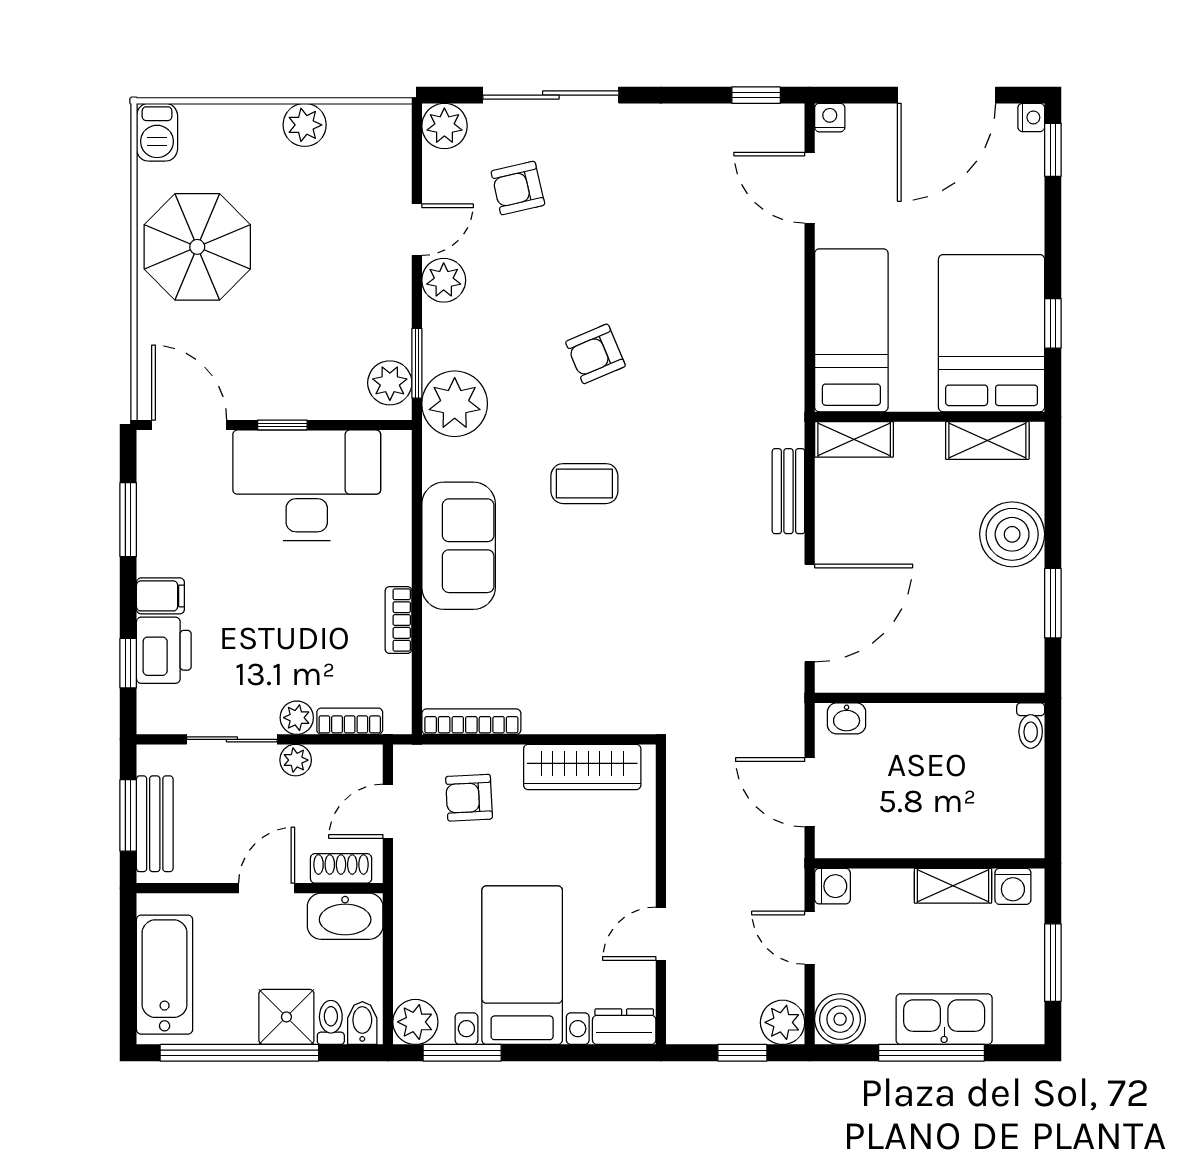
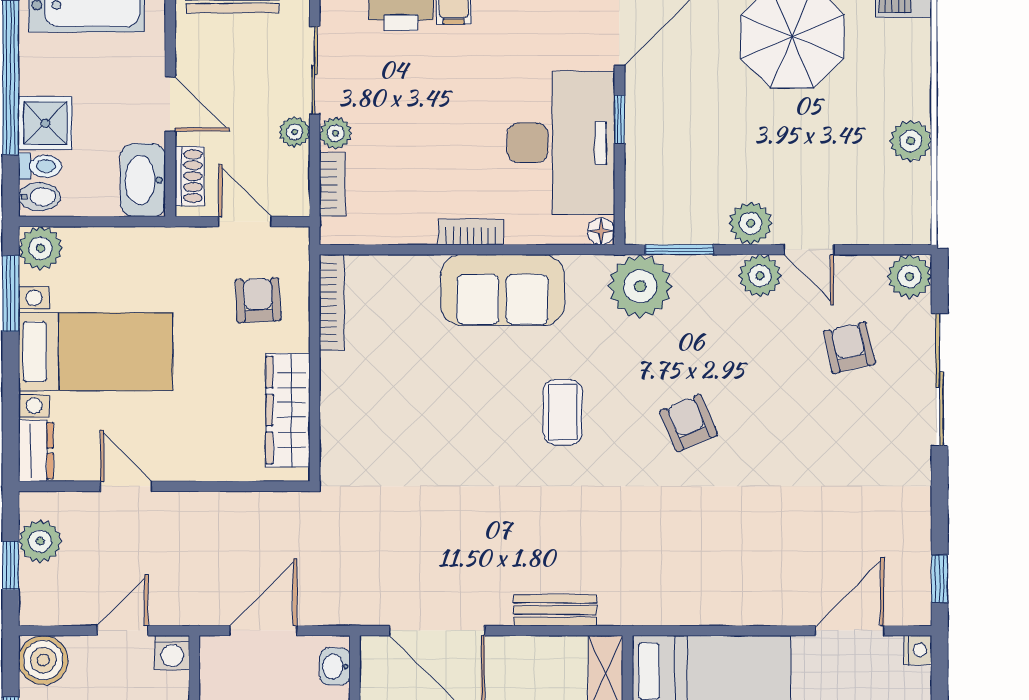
plant: (390, 383) -> (751, 223), moved
floor lamp: (398, 444) -> (601, 231), added
bookcase: (398, 620) -> (471, 232), moved
plant: (783, 1022) -> (40, 541), moved

